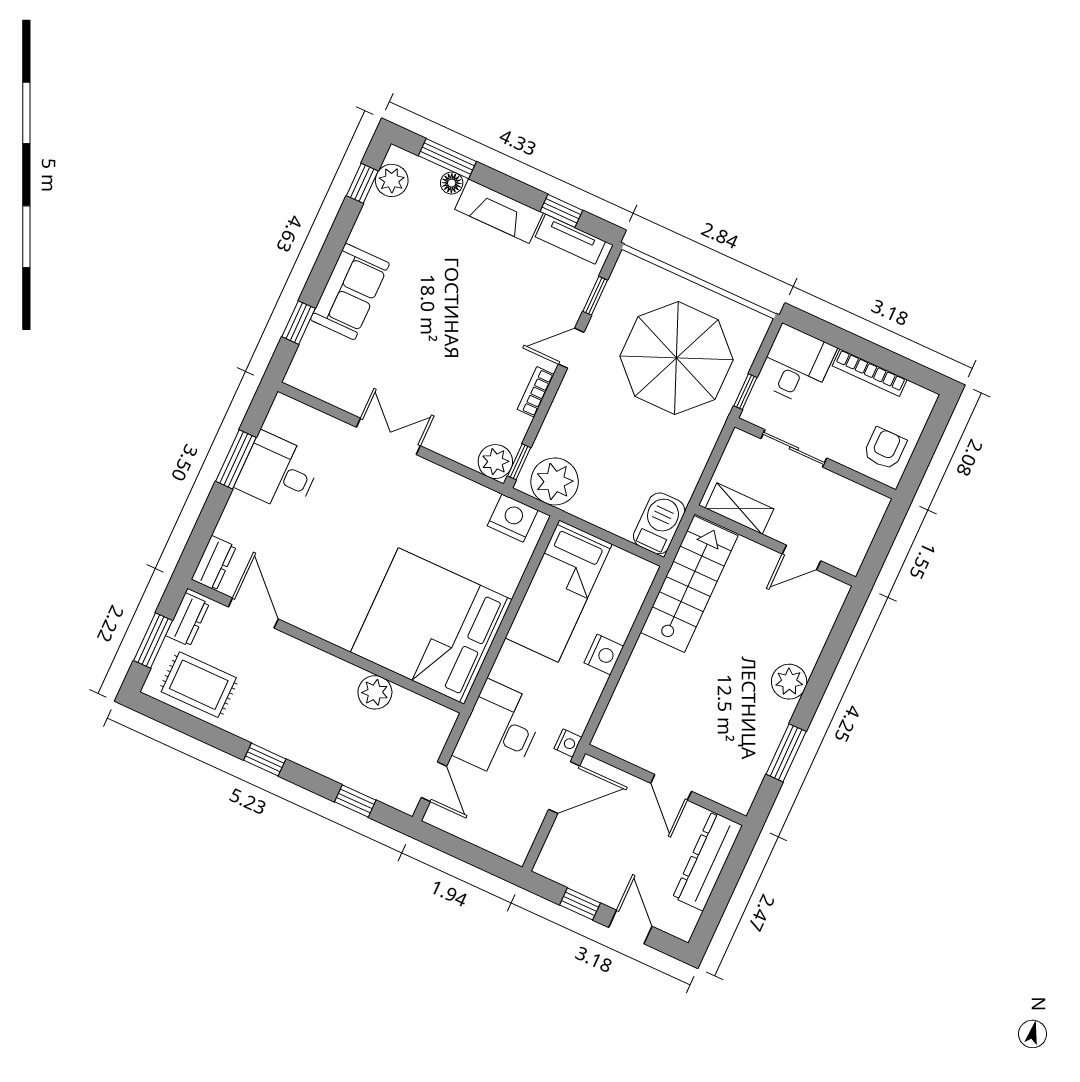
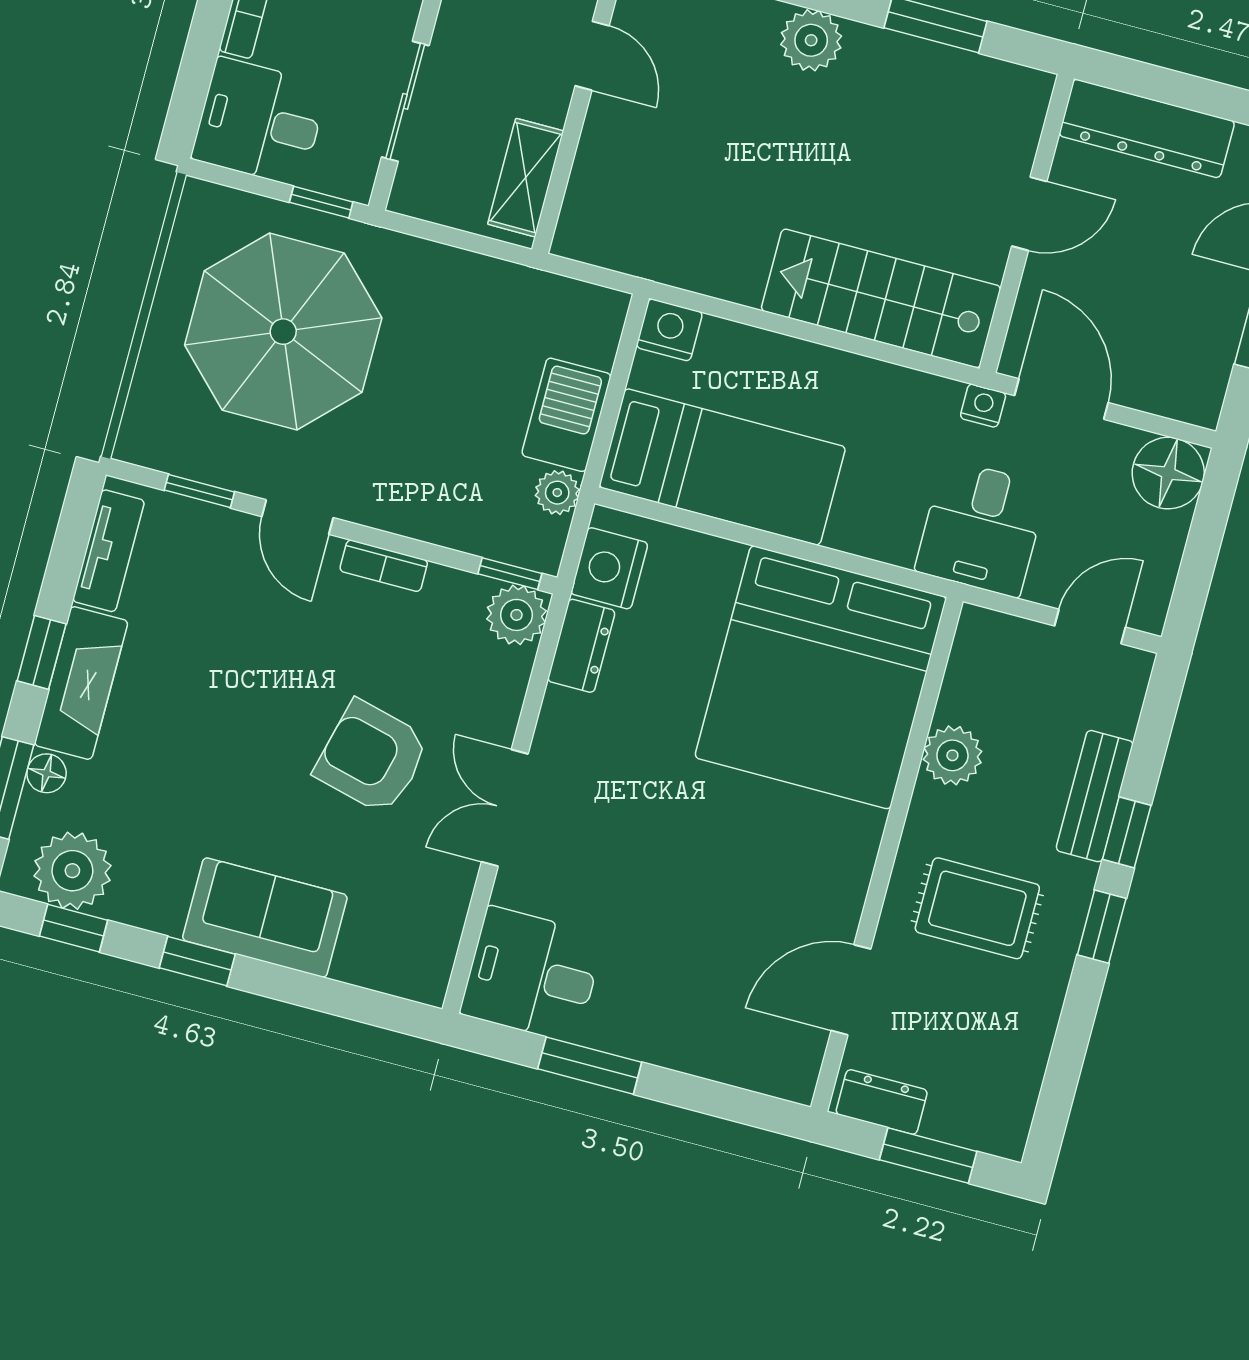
plant: (392, 180) -> (72, 871), width x1.36, depth x1.36
window: (561, 211) -> (42, 652), moved
window: (299, 323) -> (197, 961), moved
armchair: (429, 367) -> (372, 757), added
desk: (278, 473) -> (532, 975), moved, turned 90
plant: (555, 481) -> (557, 493), width x0.53, depth x0.53
barbecue: (659, 523) -> (566, 415), moved, turned 90
dresser: (214, 563) -> (581, 646), moved, turned 90
stairs: (689, 584) -> (881, 298), moved
nightstand: (604, 655) -> (669, 330), moved
rug: (199, 685) -> (977, 908), moved, turned 90
desk: (499, 730) -> (981, 528), width x0.73
bench: (338, 768) -> (1095, 796), added
window: (355, 801) -> (1127, 832), moved
floor lamp: (512, 840) -> (1168, 473), added

